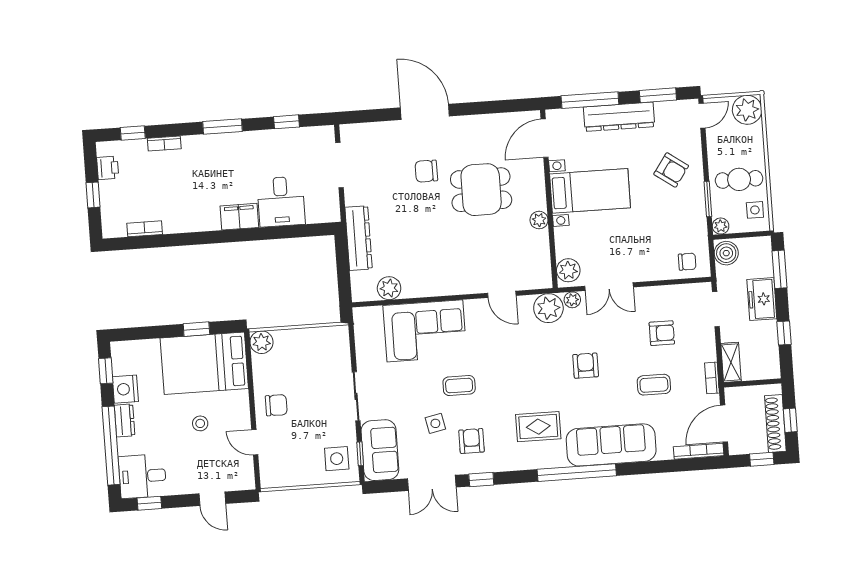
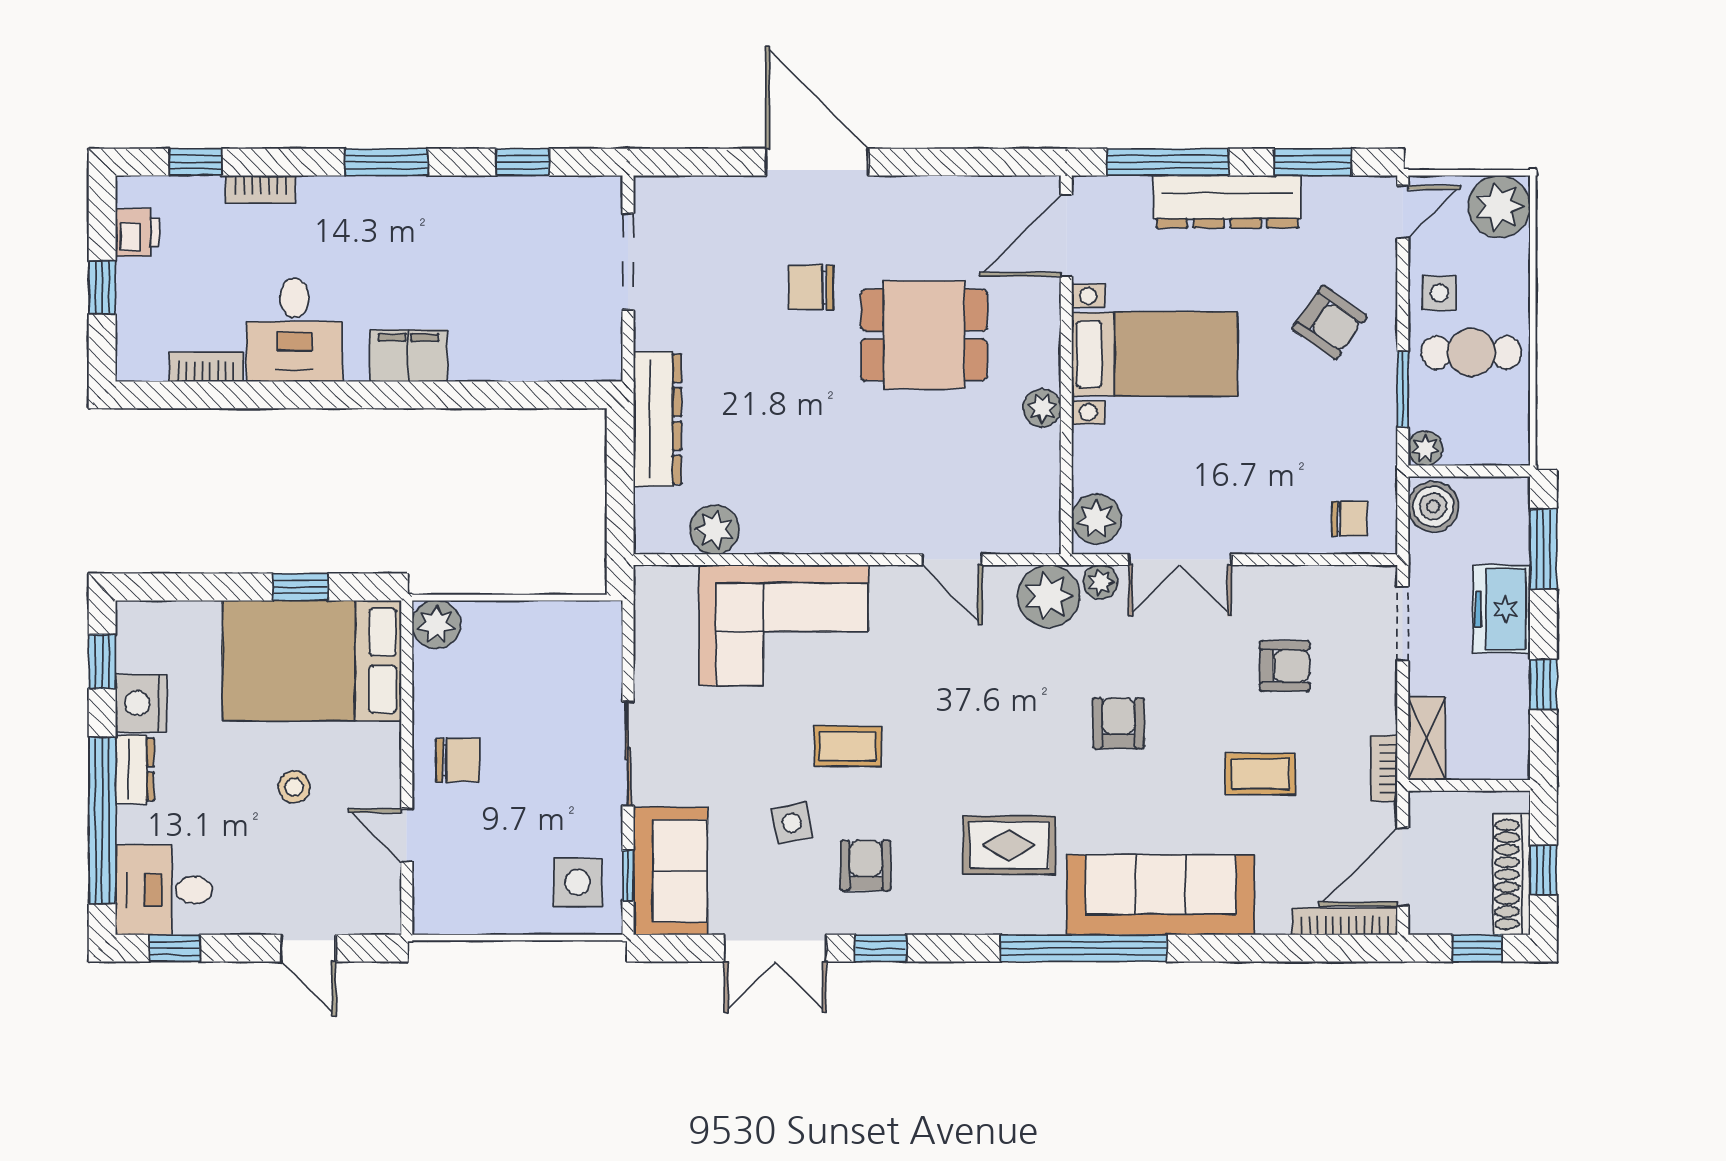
desk: (281, 202) -> (294, 330), moved
side table: (755, 210) -> (1439, 293), moved

